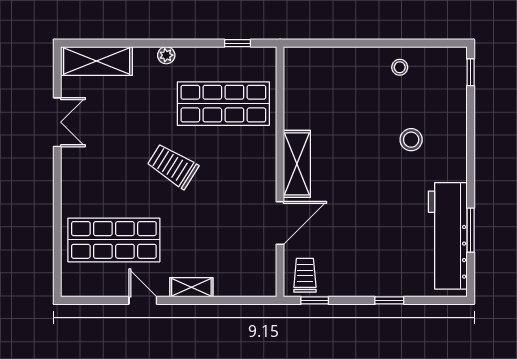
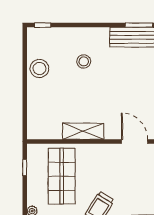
stool: (400, 67) -> (39, 68), width x1.89, depth x1.89
shelving: (297, 164) -> (83, 131), moved

